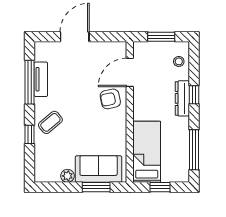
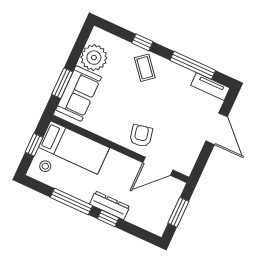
stool: (179, 61) -> (45, 166), moved
door: (130, 72) -> (158, 166), swing flipped
tv unit: (41, 79) -> (210, 87), moved
window: (194, 150) -> (71, 201), moved
plant: (67, 176) -> (94, 58), width x1.88, depth x1.88

